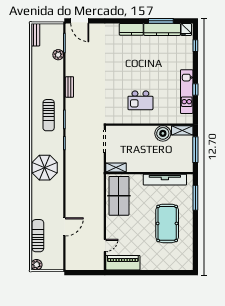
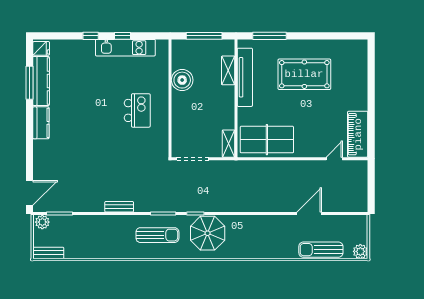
window: (195, 46) -> (91, 36), moved
plant: (58, 55) -> (42, 222), moved
shelving: (182, 130) -> (228, 70), moved
parasol: (45, 168) -> (208, 233), moved
door: (64, 227) -> (309, 214), hinge flipped
door: (105, 245) -> (334, 159), hinge flipped

